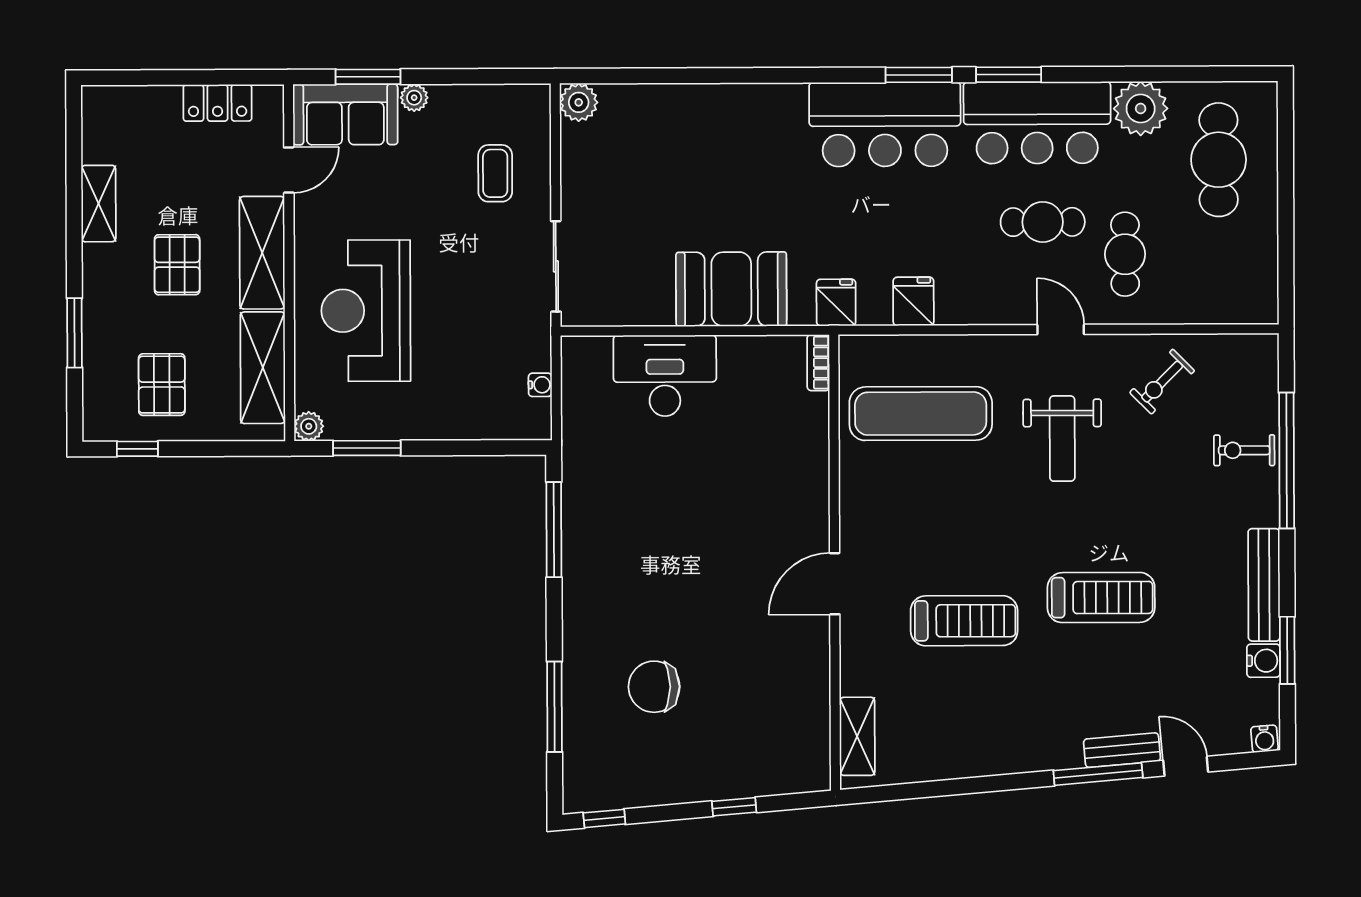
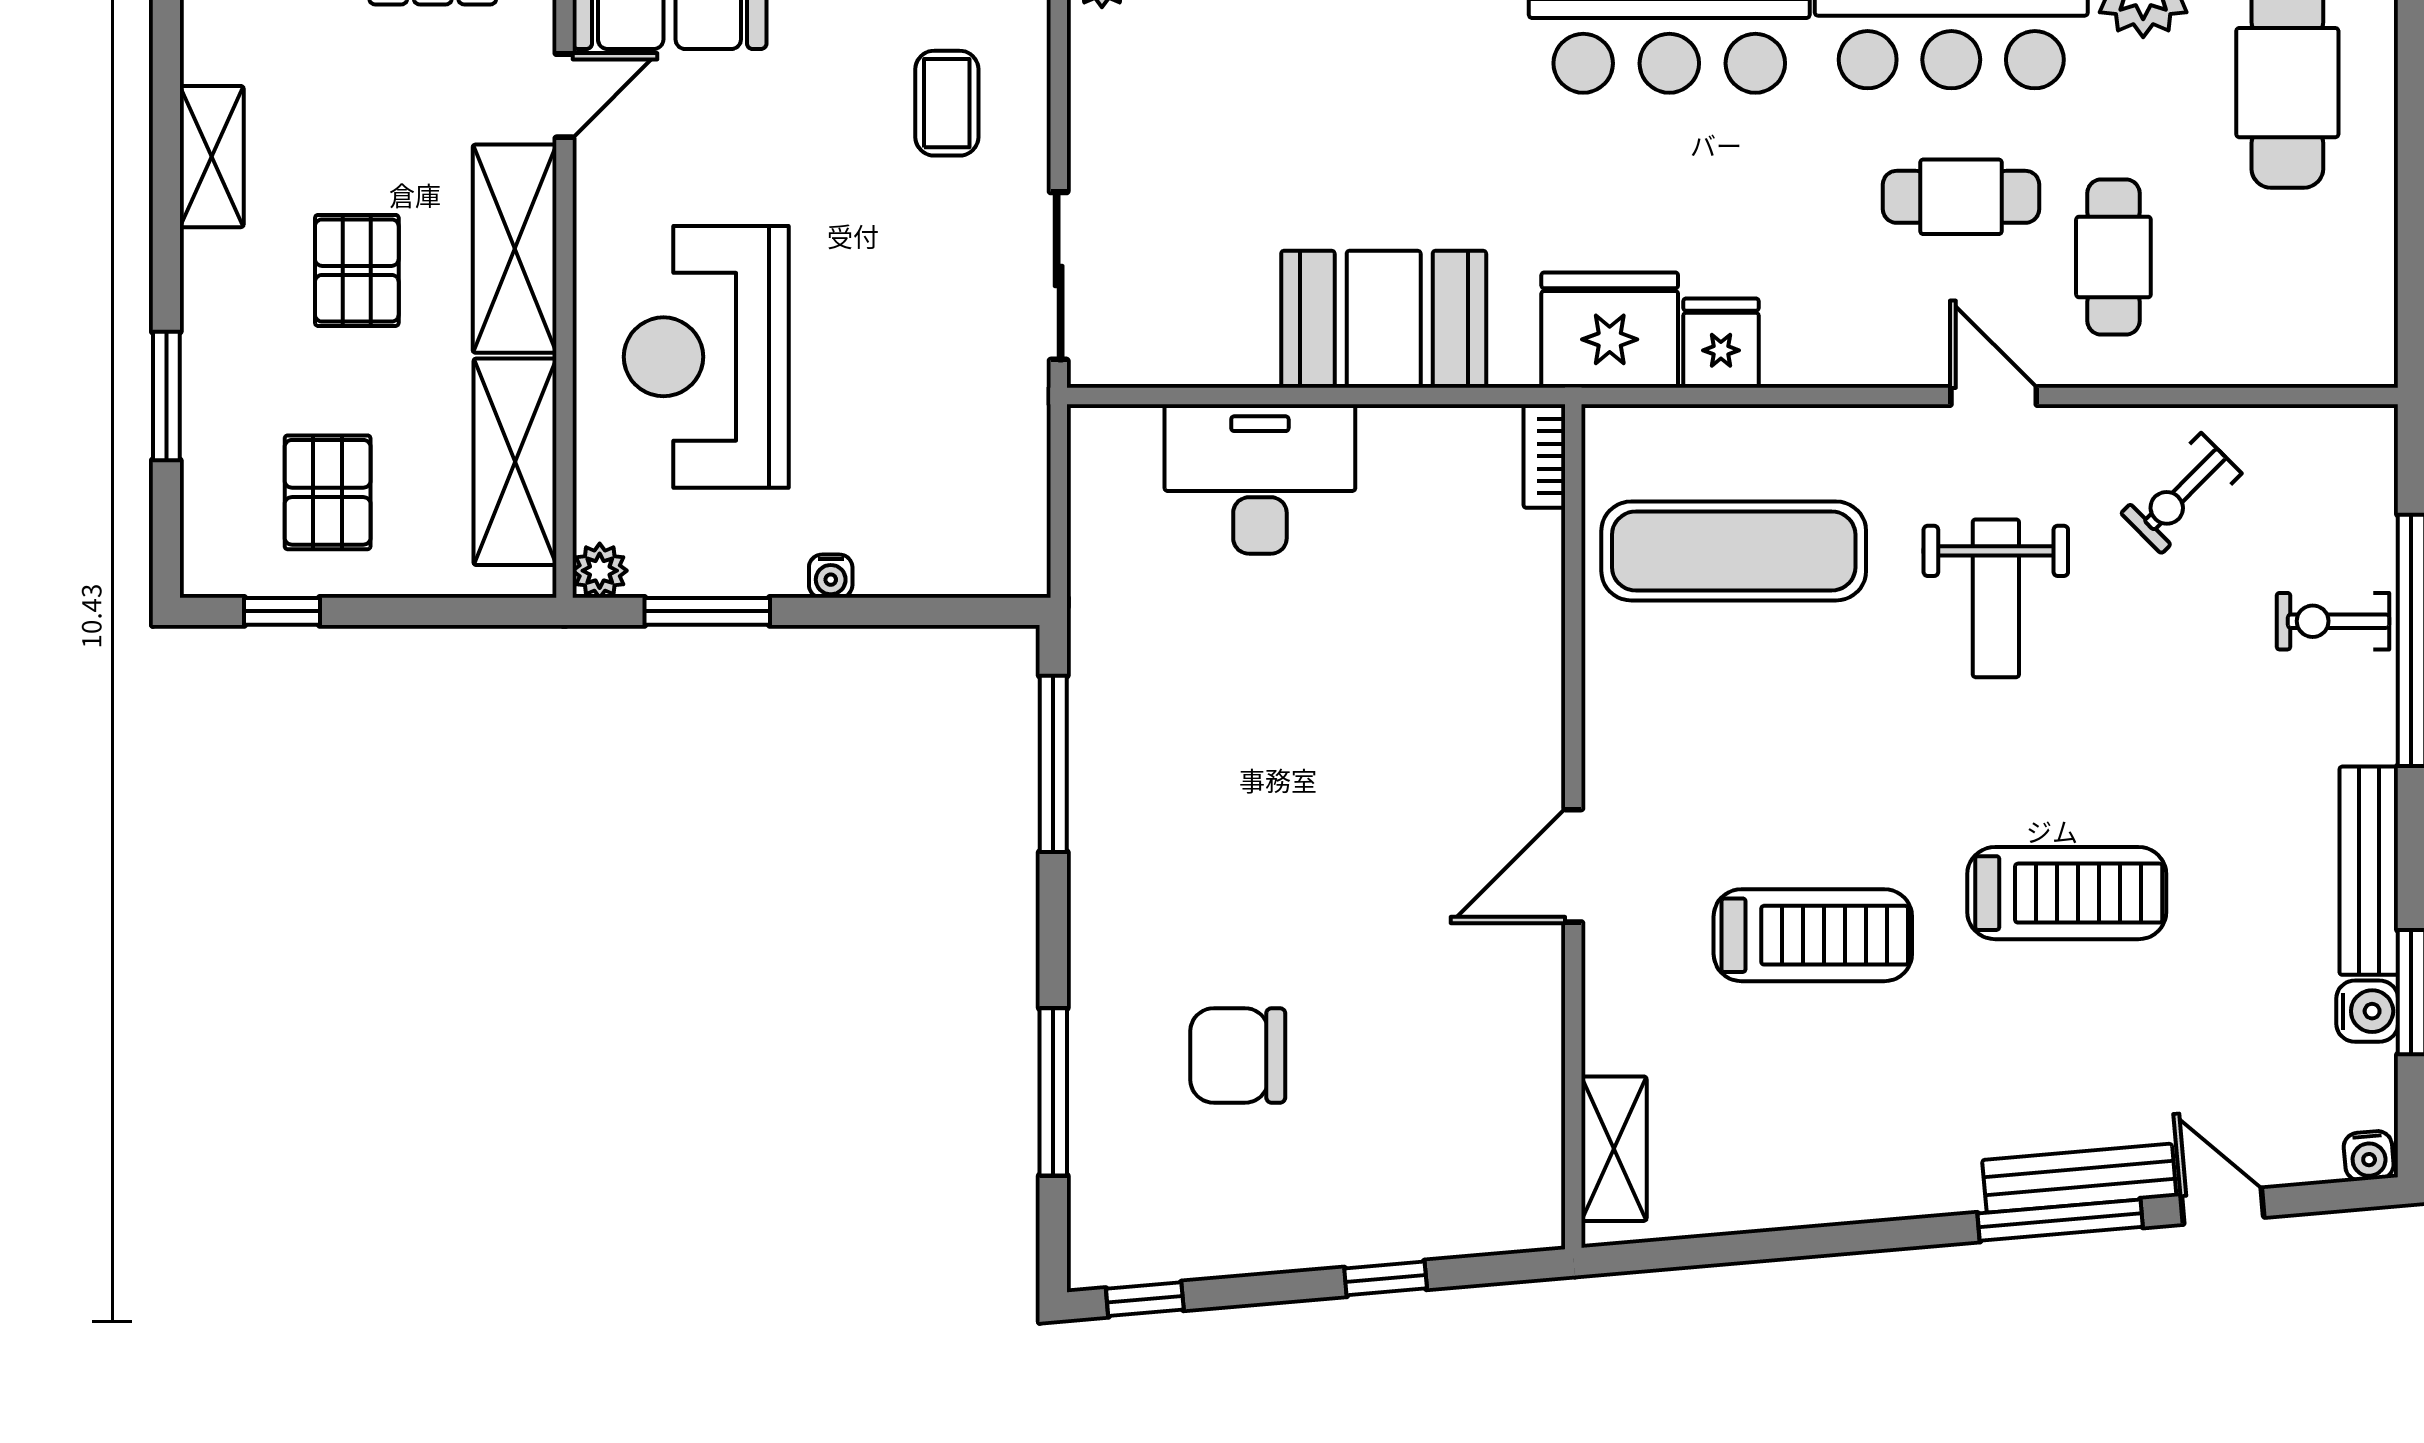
fridge: (836, 303) -> (1610, 330), width x1.88, depth x1.34
water cooler: (540, 385) -> (831, 576), moved, turned 90
bench: (1122, 750) -> (2079, 1178), width x1.36

